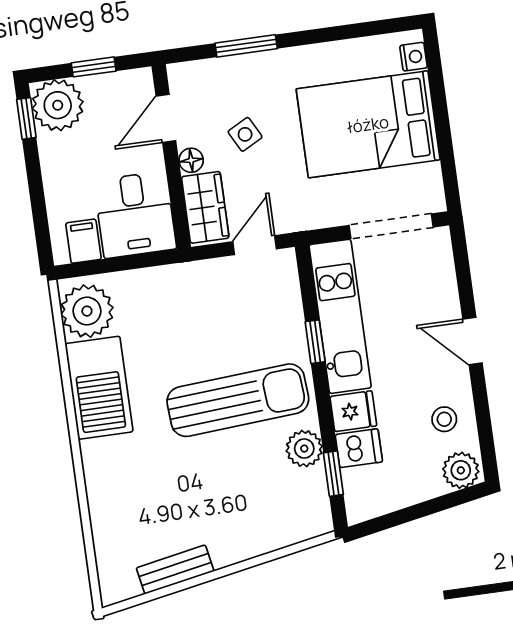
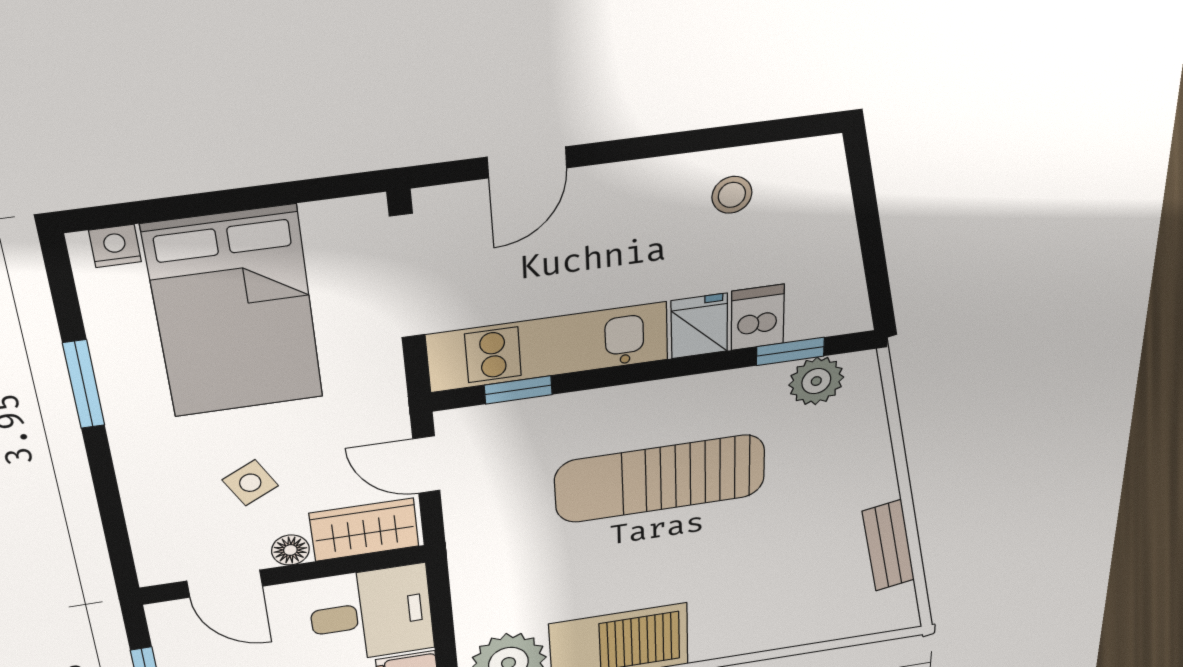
window: (246, 46) -> (84, 384), moved
door: (473, 341) -> (527, 162), moved
window: (315, 342) -> (518, 390), moved
sun lounger: (238, 400) -> (660, 479), turned -86
plant: (304, 449) -> (816, 381), moved
plant: (461, 470) -> (818, 170), removed

